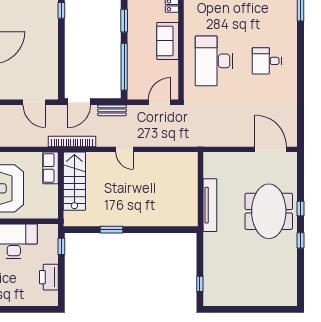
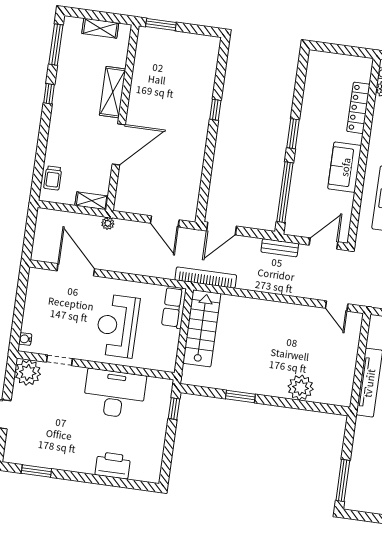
bench: (112, 110) -> (280, 248), moved
door: (124, 149) -> (337, 306), moved
plant: (157, 216) -> (301, 388), added
printer: (49, 277) -> (113, 465), moved, turned 90
window: (200, 284) -> (343, 480), width x2.17

